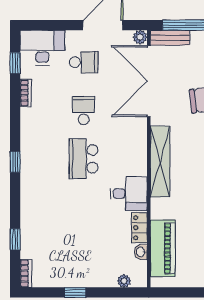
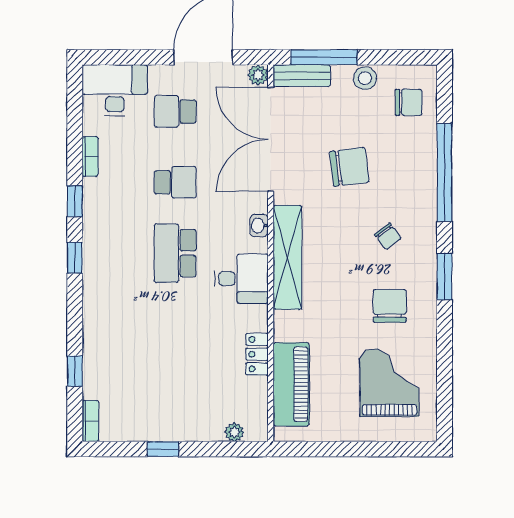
school desk: (84, 62) -> (175, 111), turned 180
window: (15, 63) -> (75, 201), moved
school desk: (84, 110) -> (175, 182), turned 90
desk: (129, 194) -> (241, 279), moved
washbasin: (141, 252) -> (259, 226), moved

